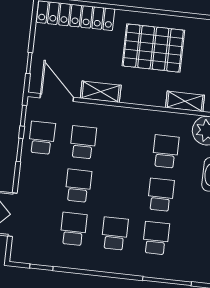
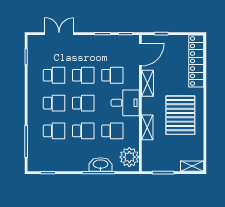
shelving: (185, 101) -> (147, 127), moved
desk: (126, 128) -> (125, 103), added
school desk: (42, 138) -> (83, 103), moved

